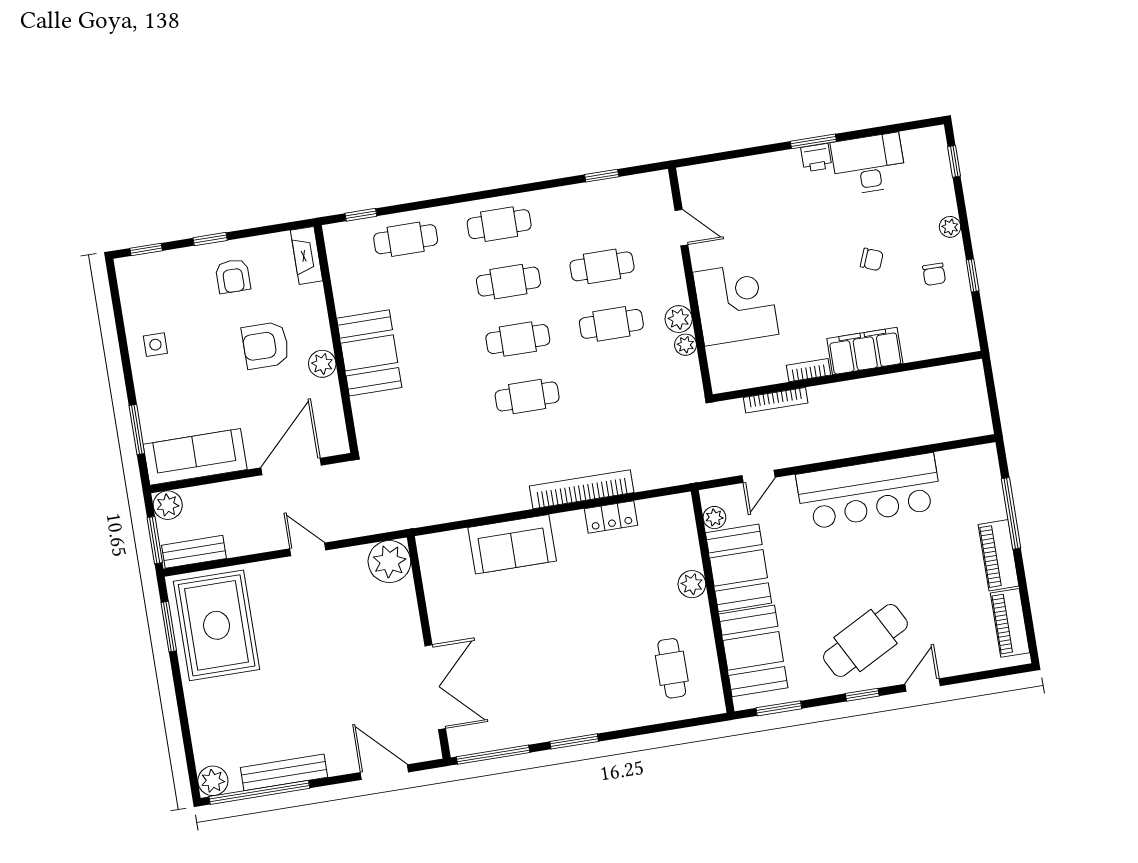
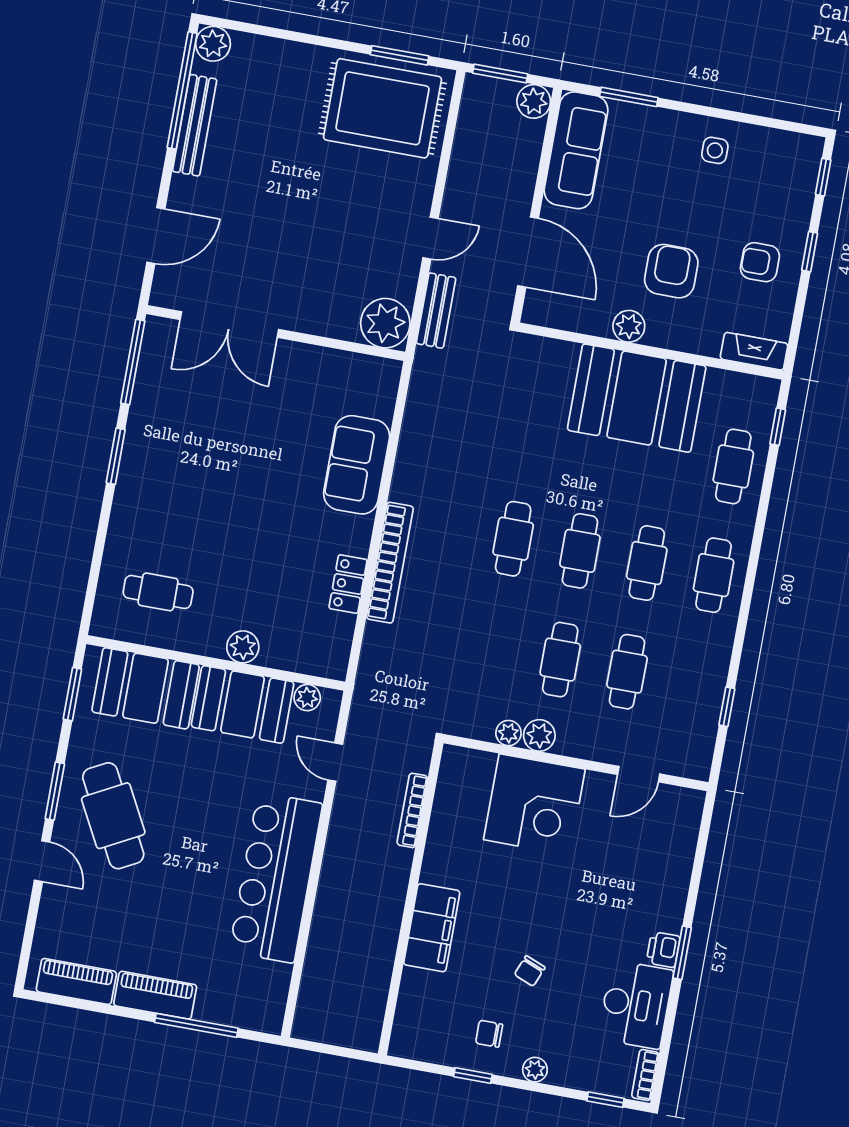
booth: (369, 353) -> (637, 398), width x1.36, depth x1.42
bookcase: (808, 370) -> (645, 1075), moved, turned 180
bench: (194, 552) -> (436, 311), moved
window: (862, 695) -> (55, 791), width x1.50

